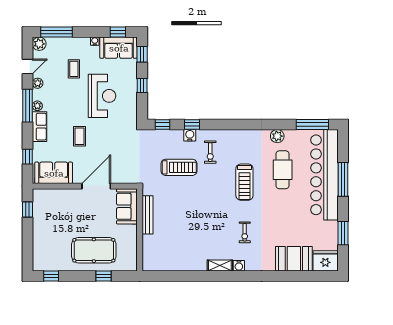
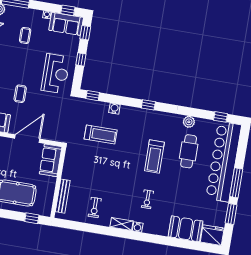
reception desk: (102, 96) -> (56, 74), moved
window: (192, 124) -> (148, 105), moved
window: (312, 124) -> (221, 117), width x0.46
exercise bike: (210, 152) -> (95, 207), moved
window: (343, 179) -> (236, 183), moved
bench: (147, 215) -> (63, 196), moved
window: (104, 276) -> (32, 218), moved

